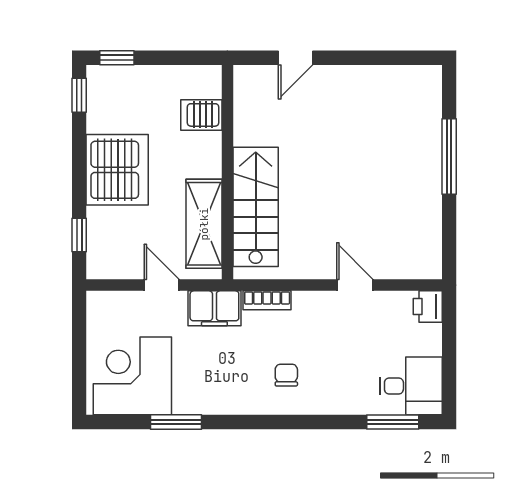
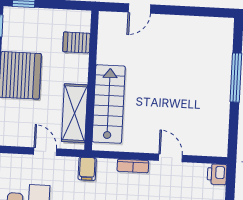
bookcase: (267, 300) -> (133, 166), moved
filing cabinet: (214, 308) -> (87, 169), width x0.50

